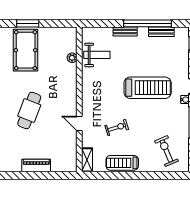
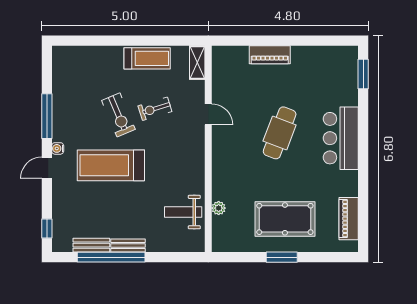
bench: (125, 32) -> (128, 245), moved
pool table: (26, 50) -> (285, 219), turned 90
exercise bike: (166, 151) -> (118, 115), moved

